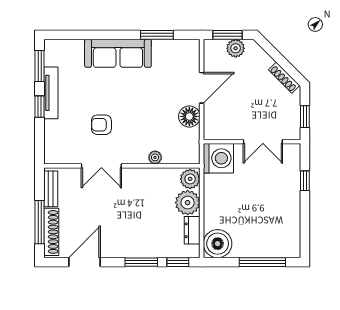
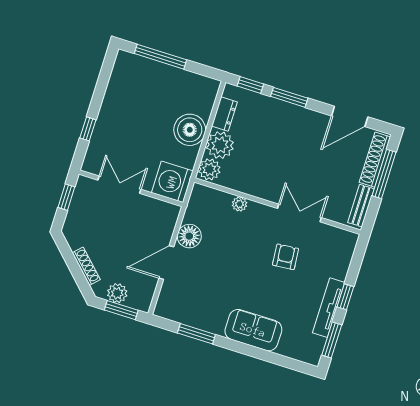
sofa: (118, 53) -> (253, 330), width x0.73
shoe rack: (284, 78) -> (86, 266), moved
armchair: (101, 125) -> (286, 257), turned -95
boiler: (218, 244) -> (190, 130), moved

